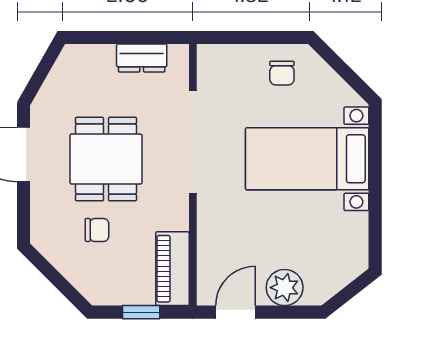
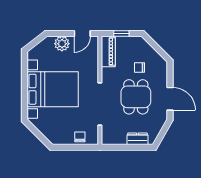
dresser: (142, 58) -> (137, 139), moved
chair: (282, 73) -> (80, 137), moved
bed with nightstands: (307, 159) -> (53, 89), width x1.36

